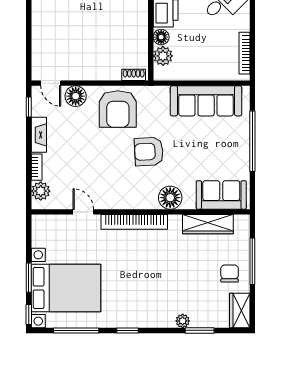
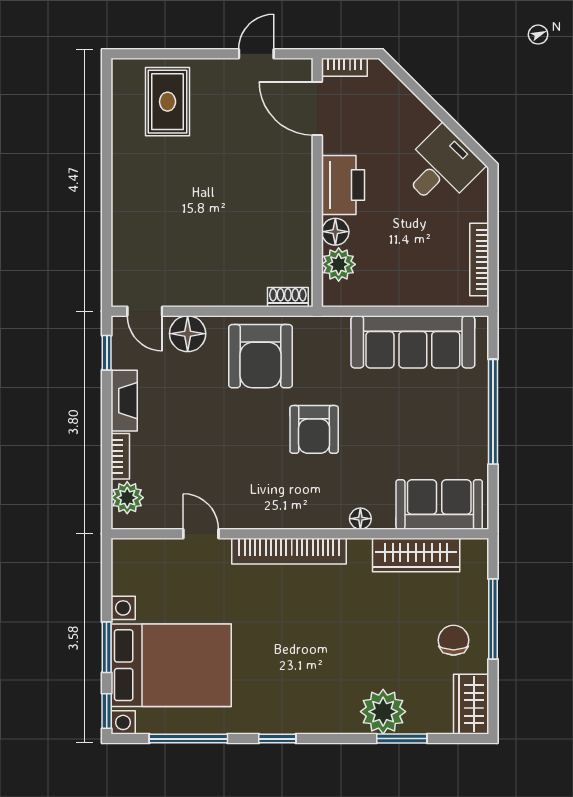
armchair: (149, 152) -> (314, 429), turned -87
floor lamp: (170, 198) -> (360, 519), width x0.53, depth x0.53
plant: (183, 321) -> (383, 712), width x1.87, depth x1.87

